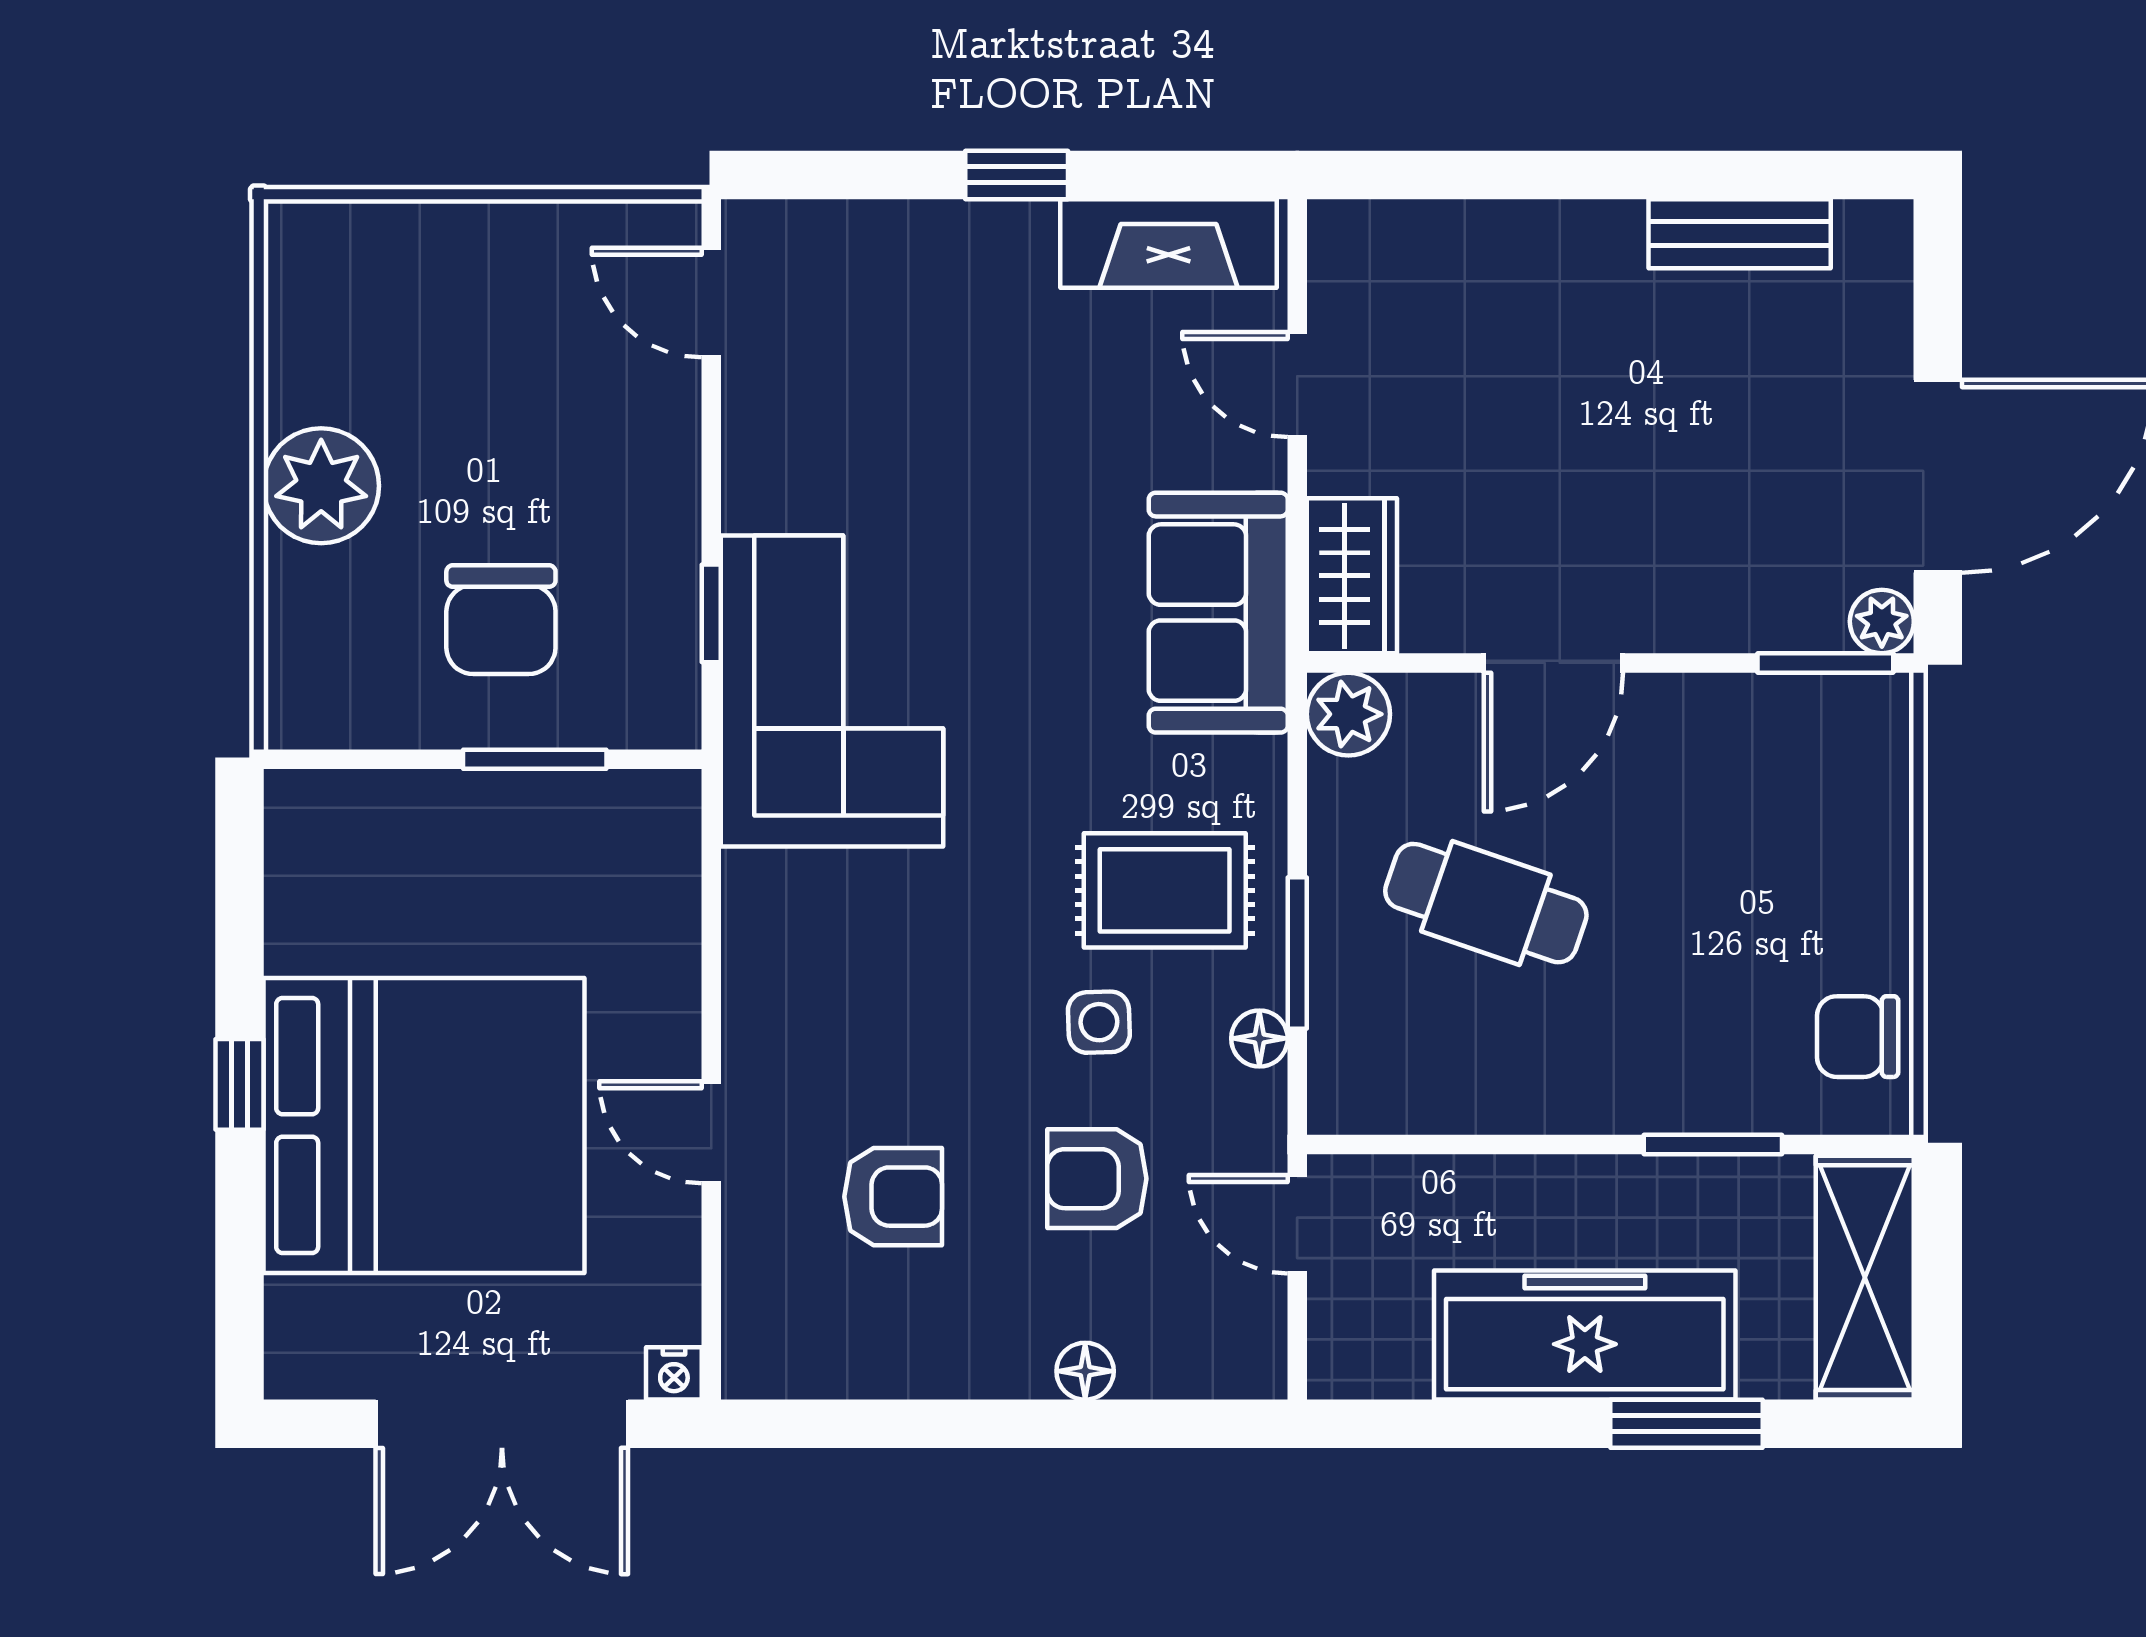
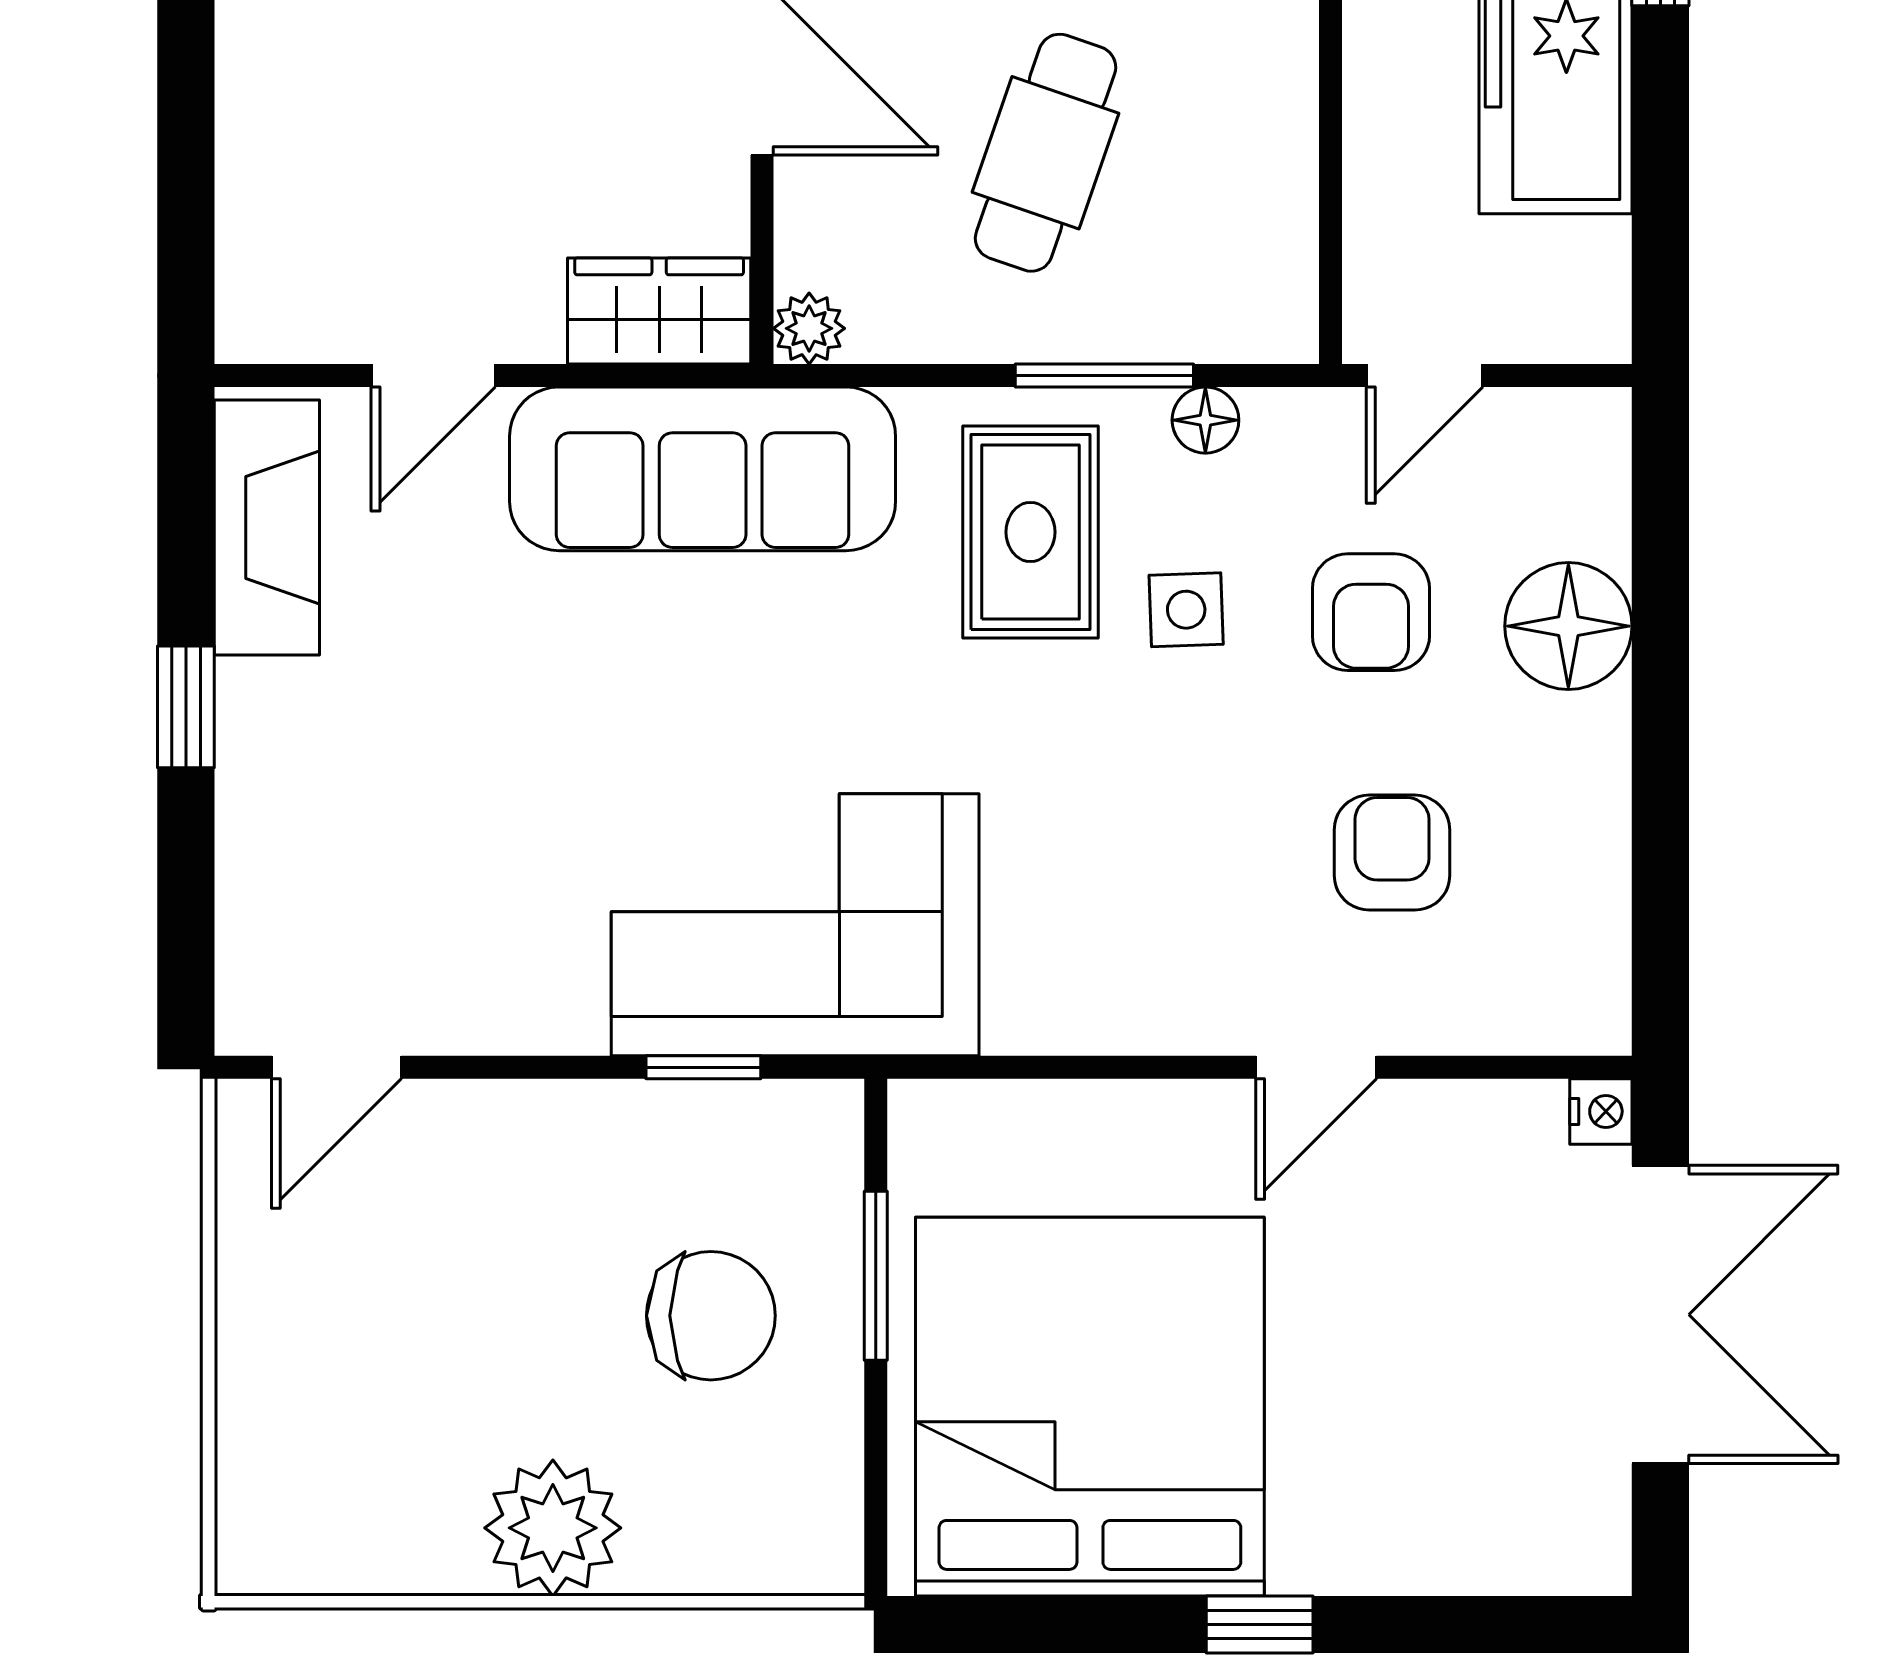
sofa: (1218, 613) -> (703, 469), width x1.36
plant: (1348, 714) -> (809, 328), width x0.73, depth x0.73
bed: (424, 1126) -> (1090, 1407), moved
floor lamp: (1085, 1371) -> (1568, 626), width x1.89, depth x1.89

